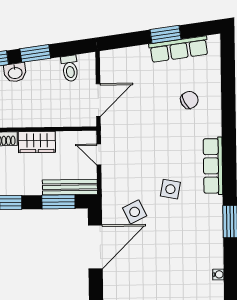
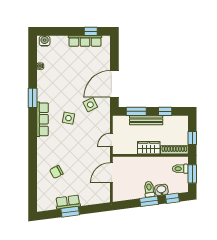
row of seats: (179, 49) -> (68, 202), width x0.68
toilet: (70, 68) -> (149, 189), moved
door: (99, 154) -> (111, 140), swing flipped
row of seats: (213, 166) -> (43, 119), moved
bench: (70, 187) -> (146, 120), moved

